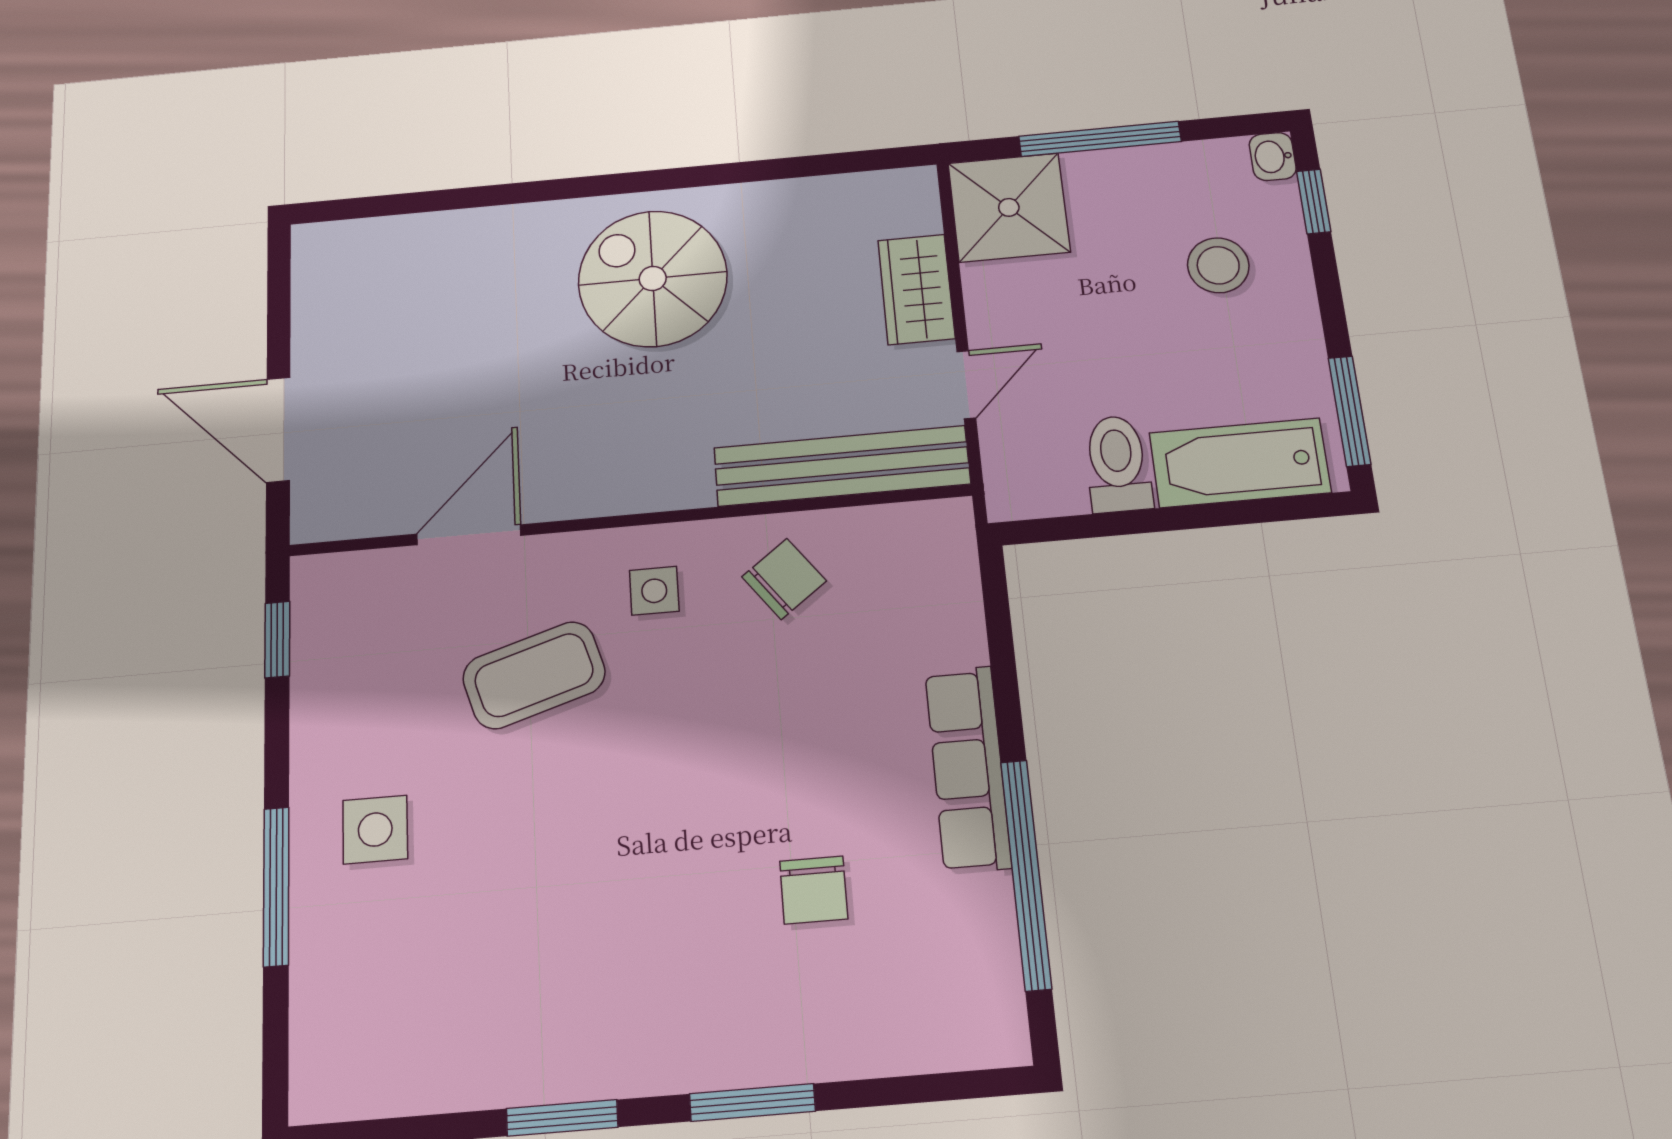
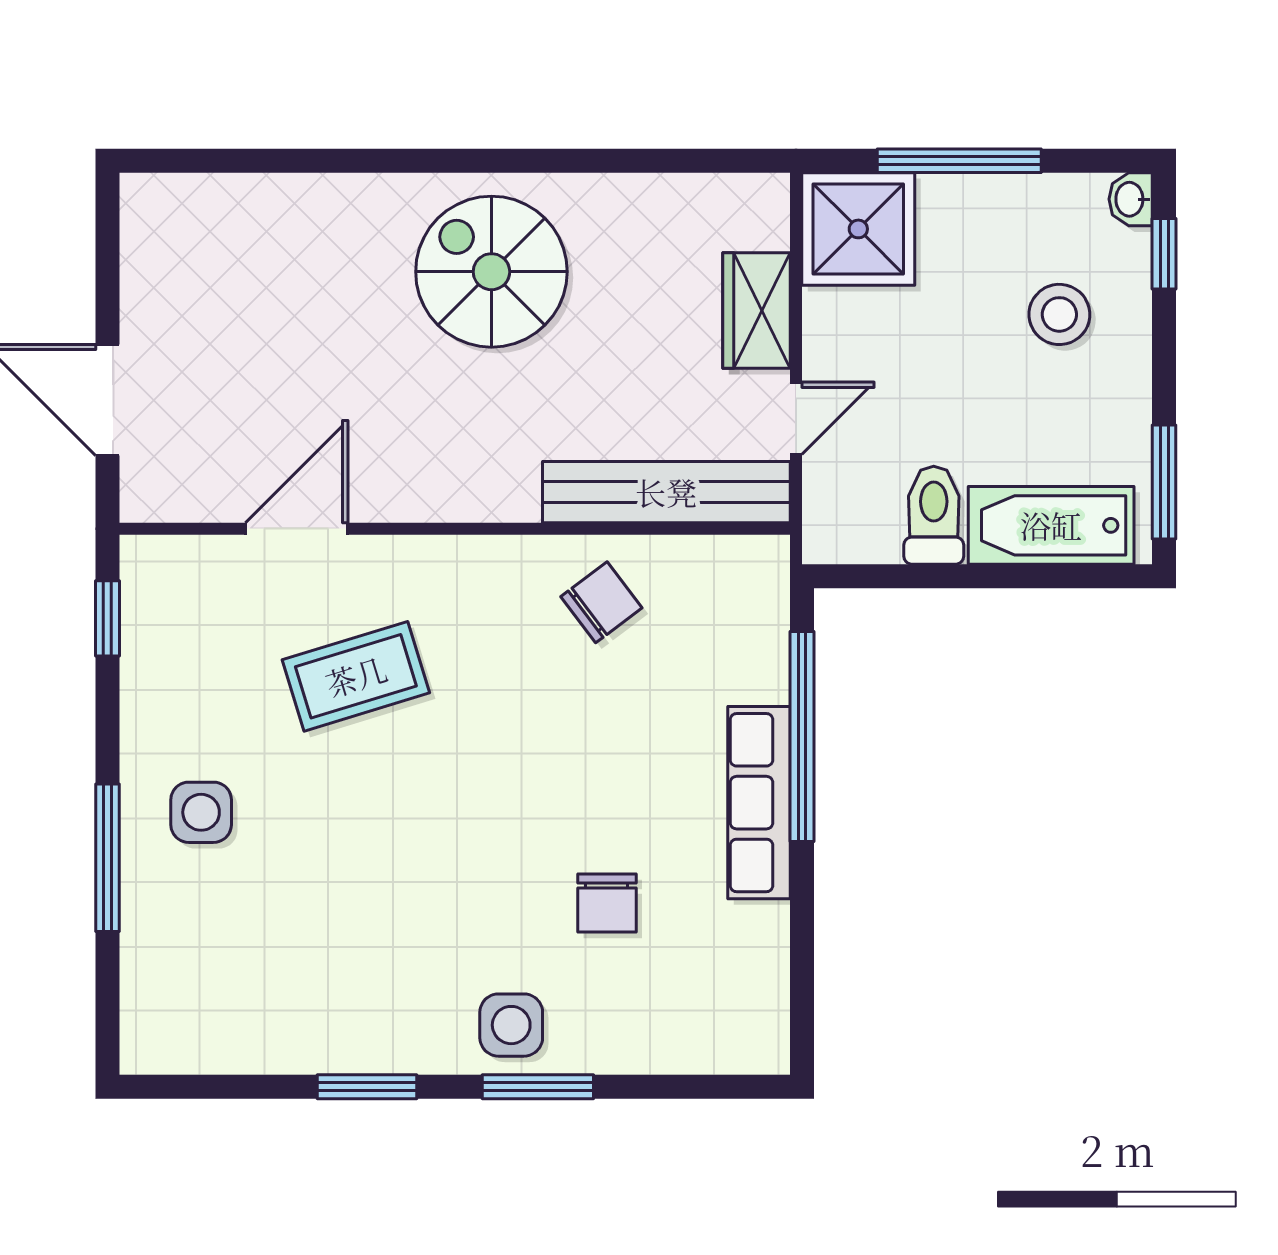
side table: (654, 591) -> (511, 1025), moved, width x1.37, depth x1.37
window: (1026, 874) -> (802, 737), moved

